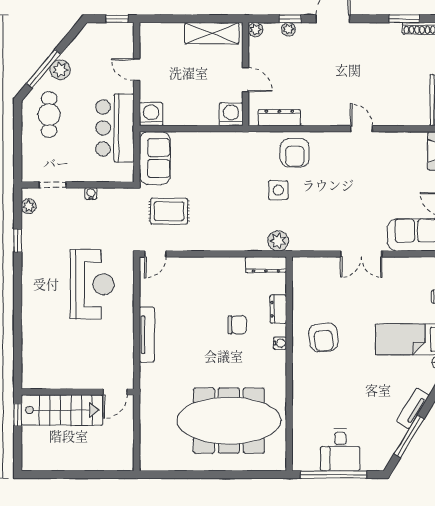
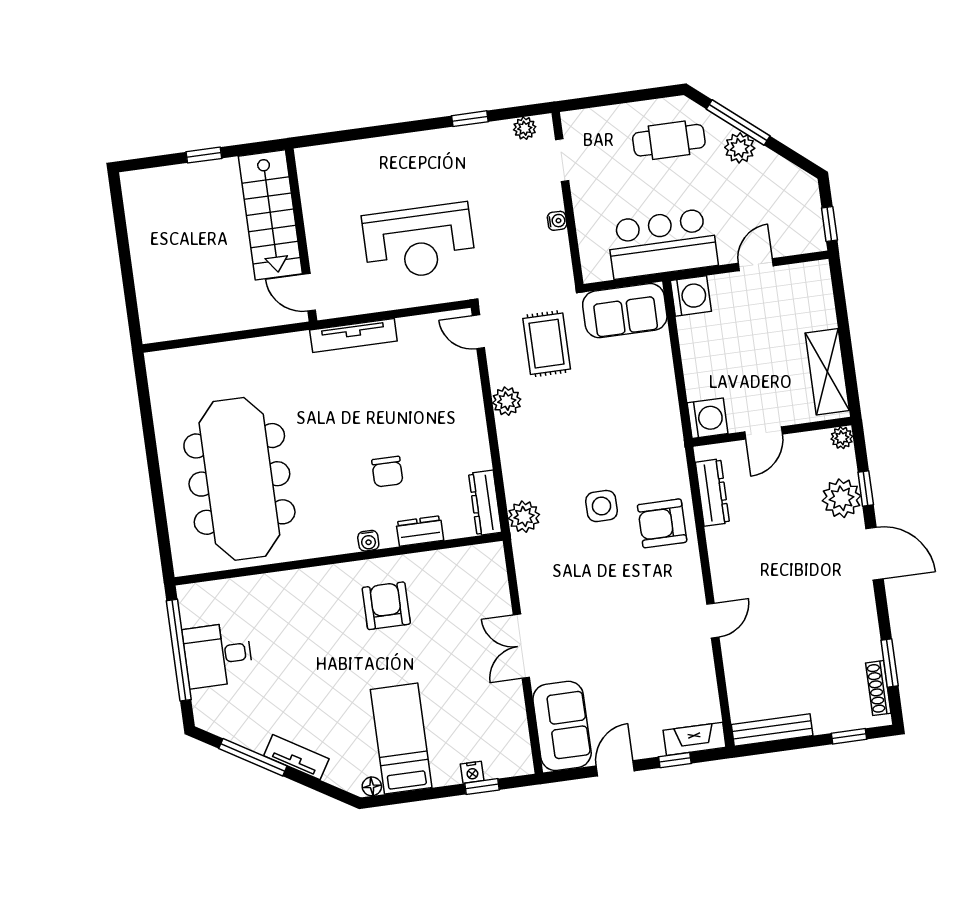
plant: (288, 29) -> (842, 498), width x1.87, depth x1.87
plant: (202, 242) -> (507, 401), added
armchair: (323, 337) -> (386, 606), turned 97
wall: (78, 392) -> (301, 235), moved
door: (115, 392) -> (309, 292), moved
stairs: (62, 410) -> (270, 215), moved

